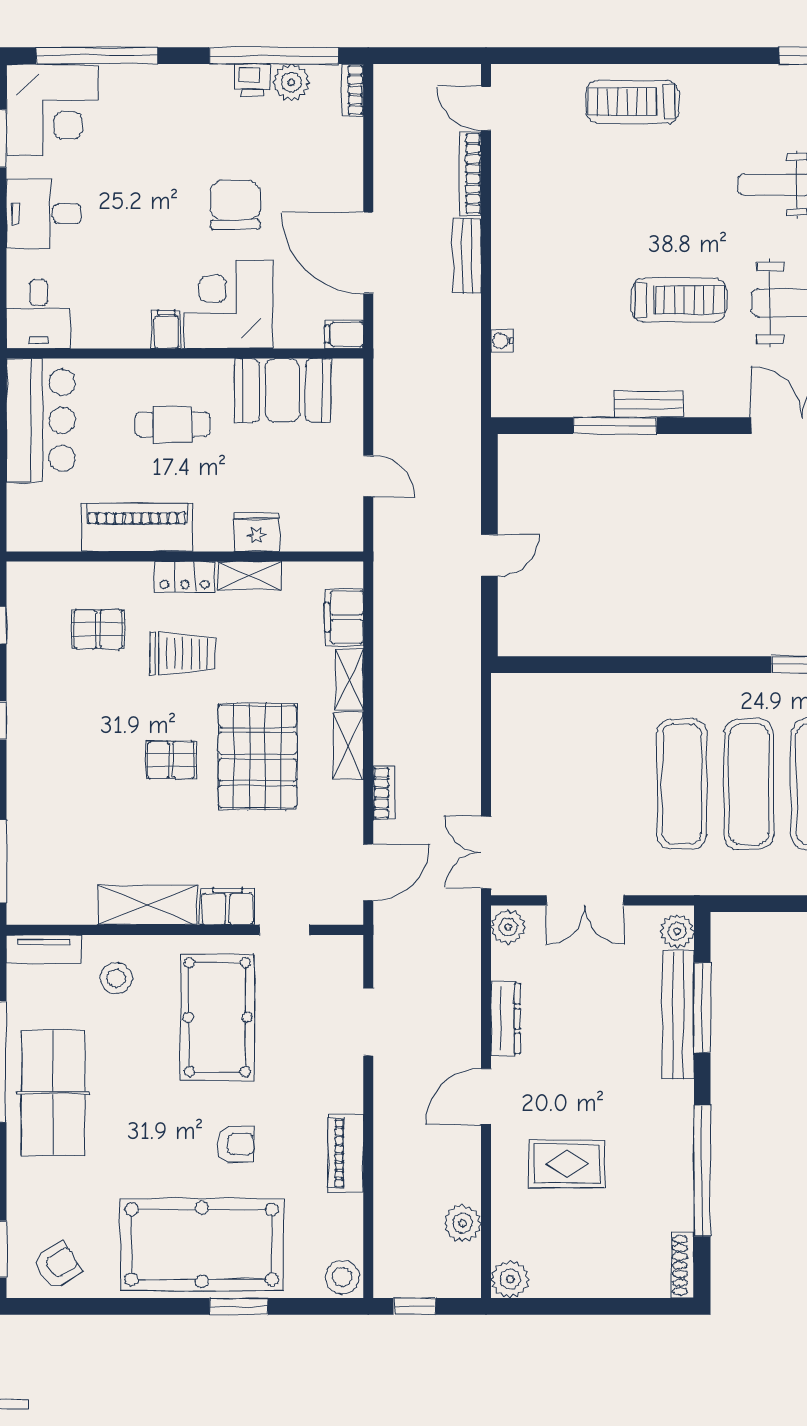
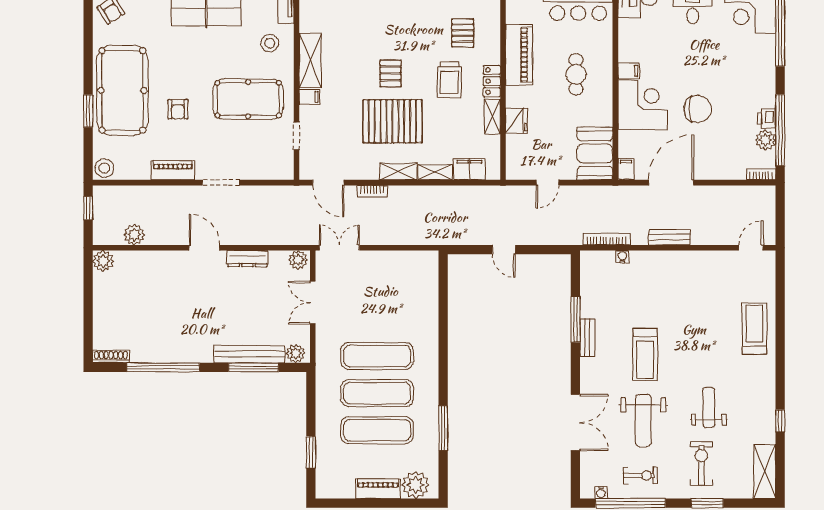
bookcase: (470, 174) -> (607, 239), moved
booth: (283, 390) -> (595, 153), moved
filing cabinet: (227, 907) -> (309, 97), width x0.50
doorway: (368, 1022) -> (221, 183), moved
rug: (567, 1164) -> (167, 292), removed

